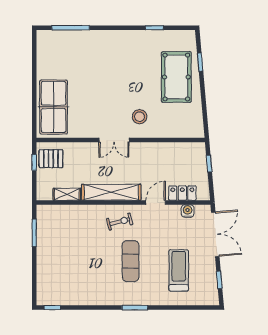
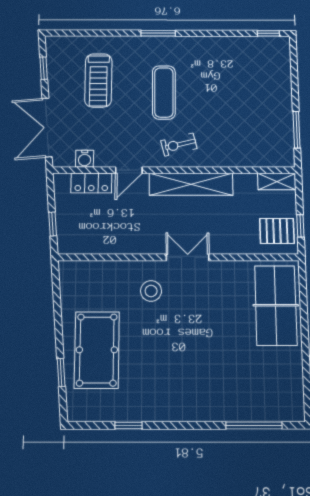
shelving: (67, 194) -> (277, 182), moved

